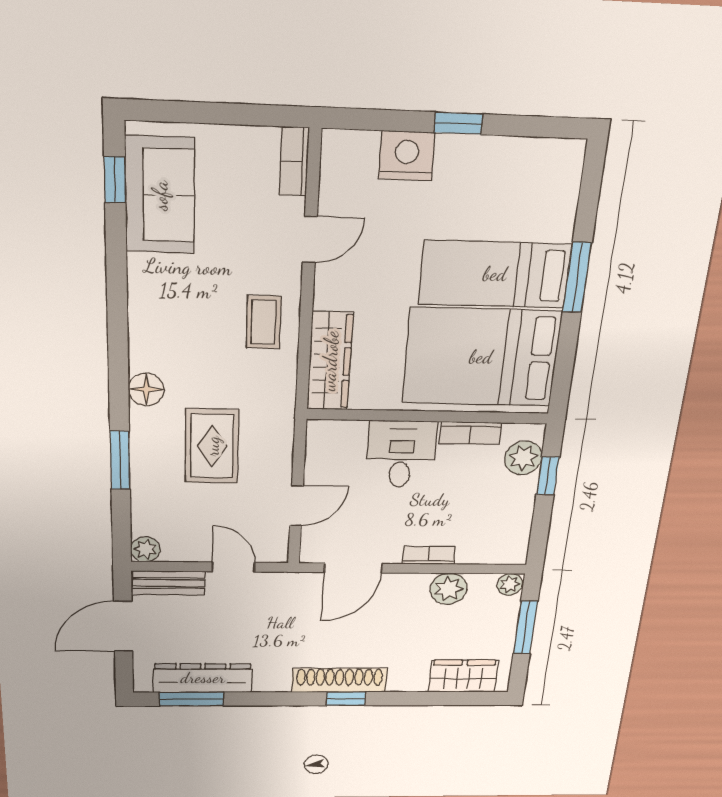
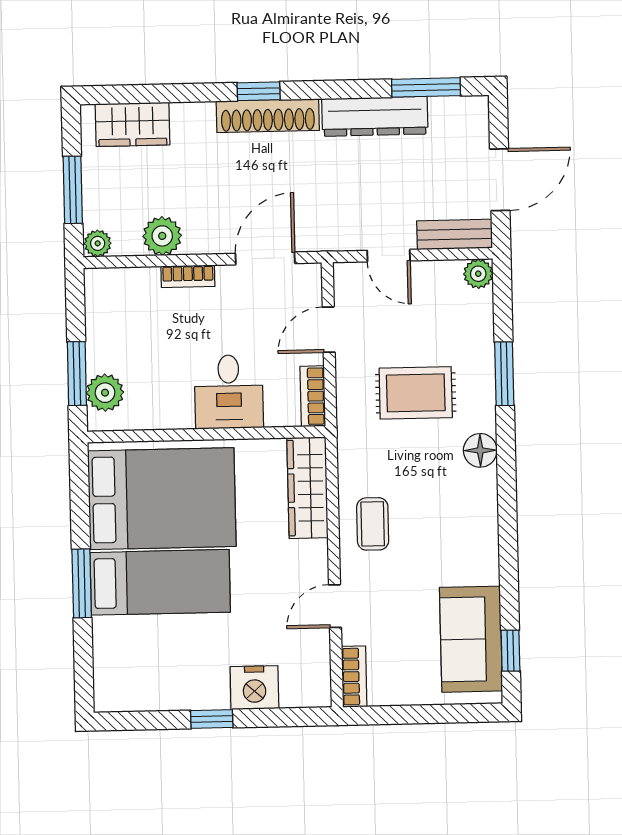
bookcase: (470, 433) -> (313, 396), moved, turned -90
rug: (212, 446) -> (416, 393), turned 90
window: (548, 476) -> (77, 374), width x1.50
dresser: (203, 678) -> (375, 116), moved

